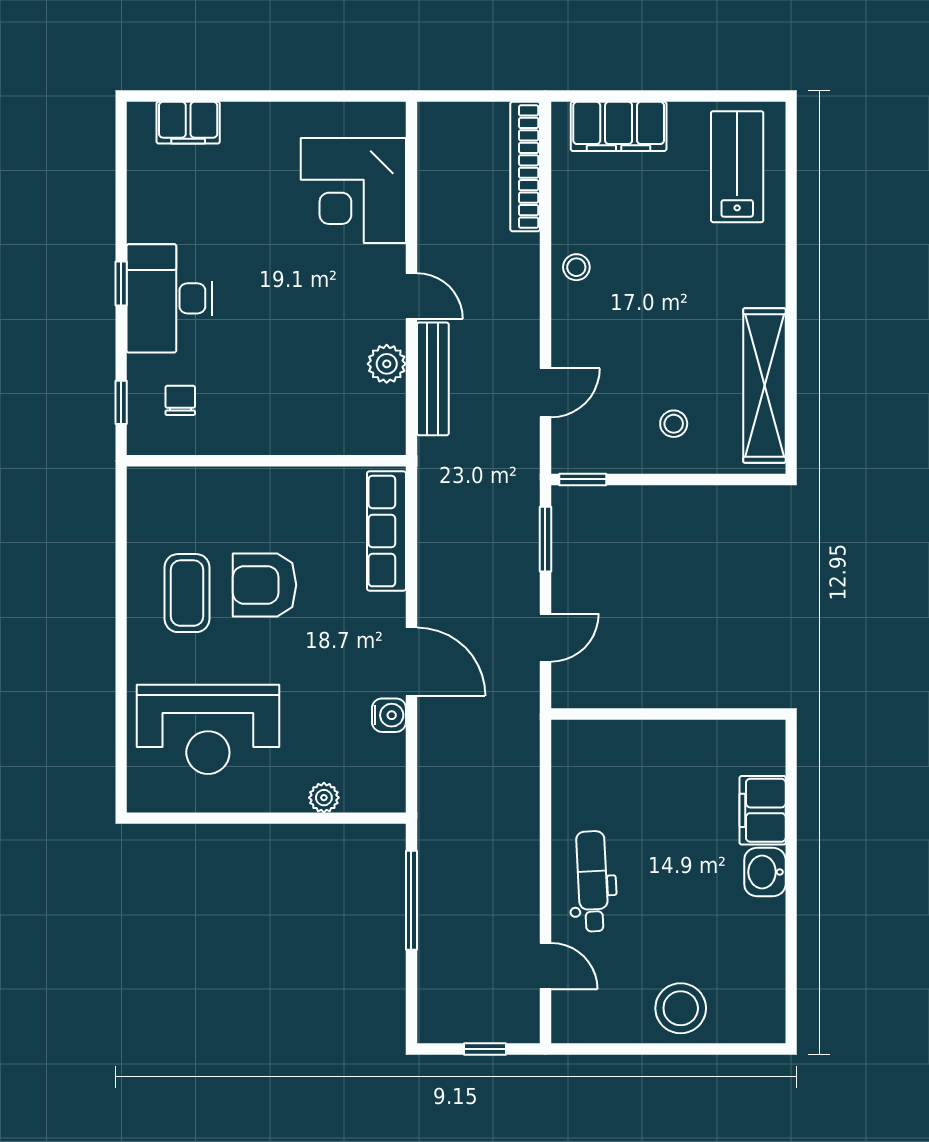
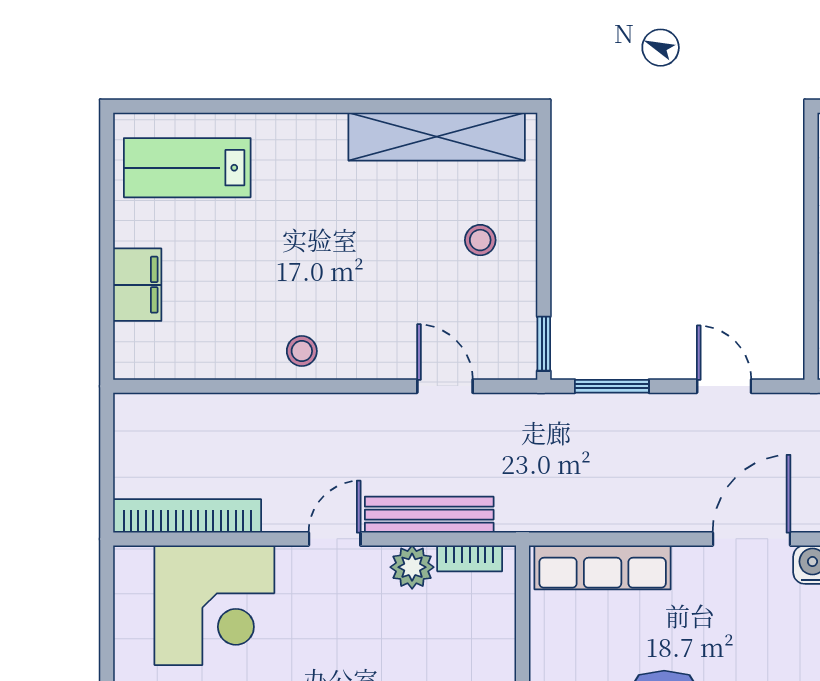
filing cabinet: (619, 126) -> (137, 285), width x0.67, depth x0.86
bookcase: (525, 167) -> (187, 516), moved, turned 180
bookcase: (394, 414) -> (470, 558), added

